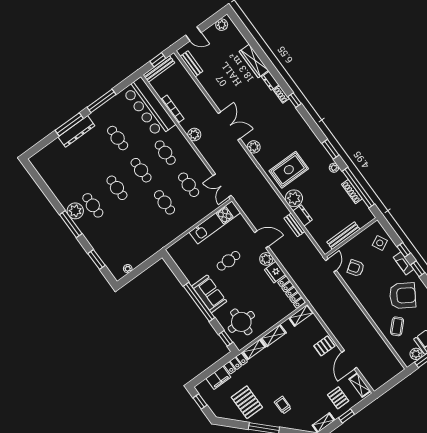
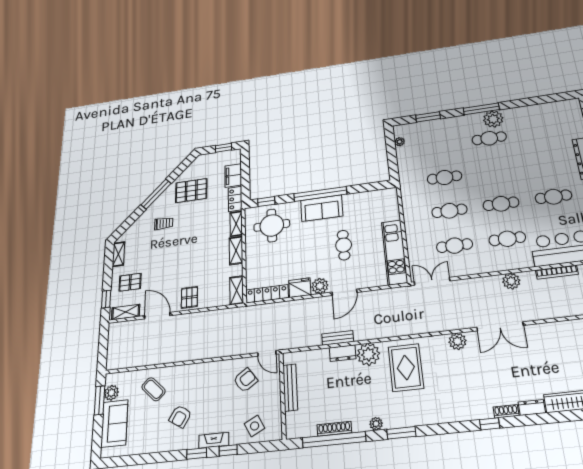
cafe table: (117, 188) -> (444, 177), moved
armchair: (403, 296) -> (180, 416), width x0.53, depth x0.53
window: (346, 416) -> (106, 299), moved

